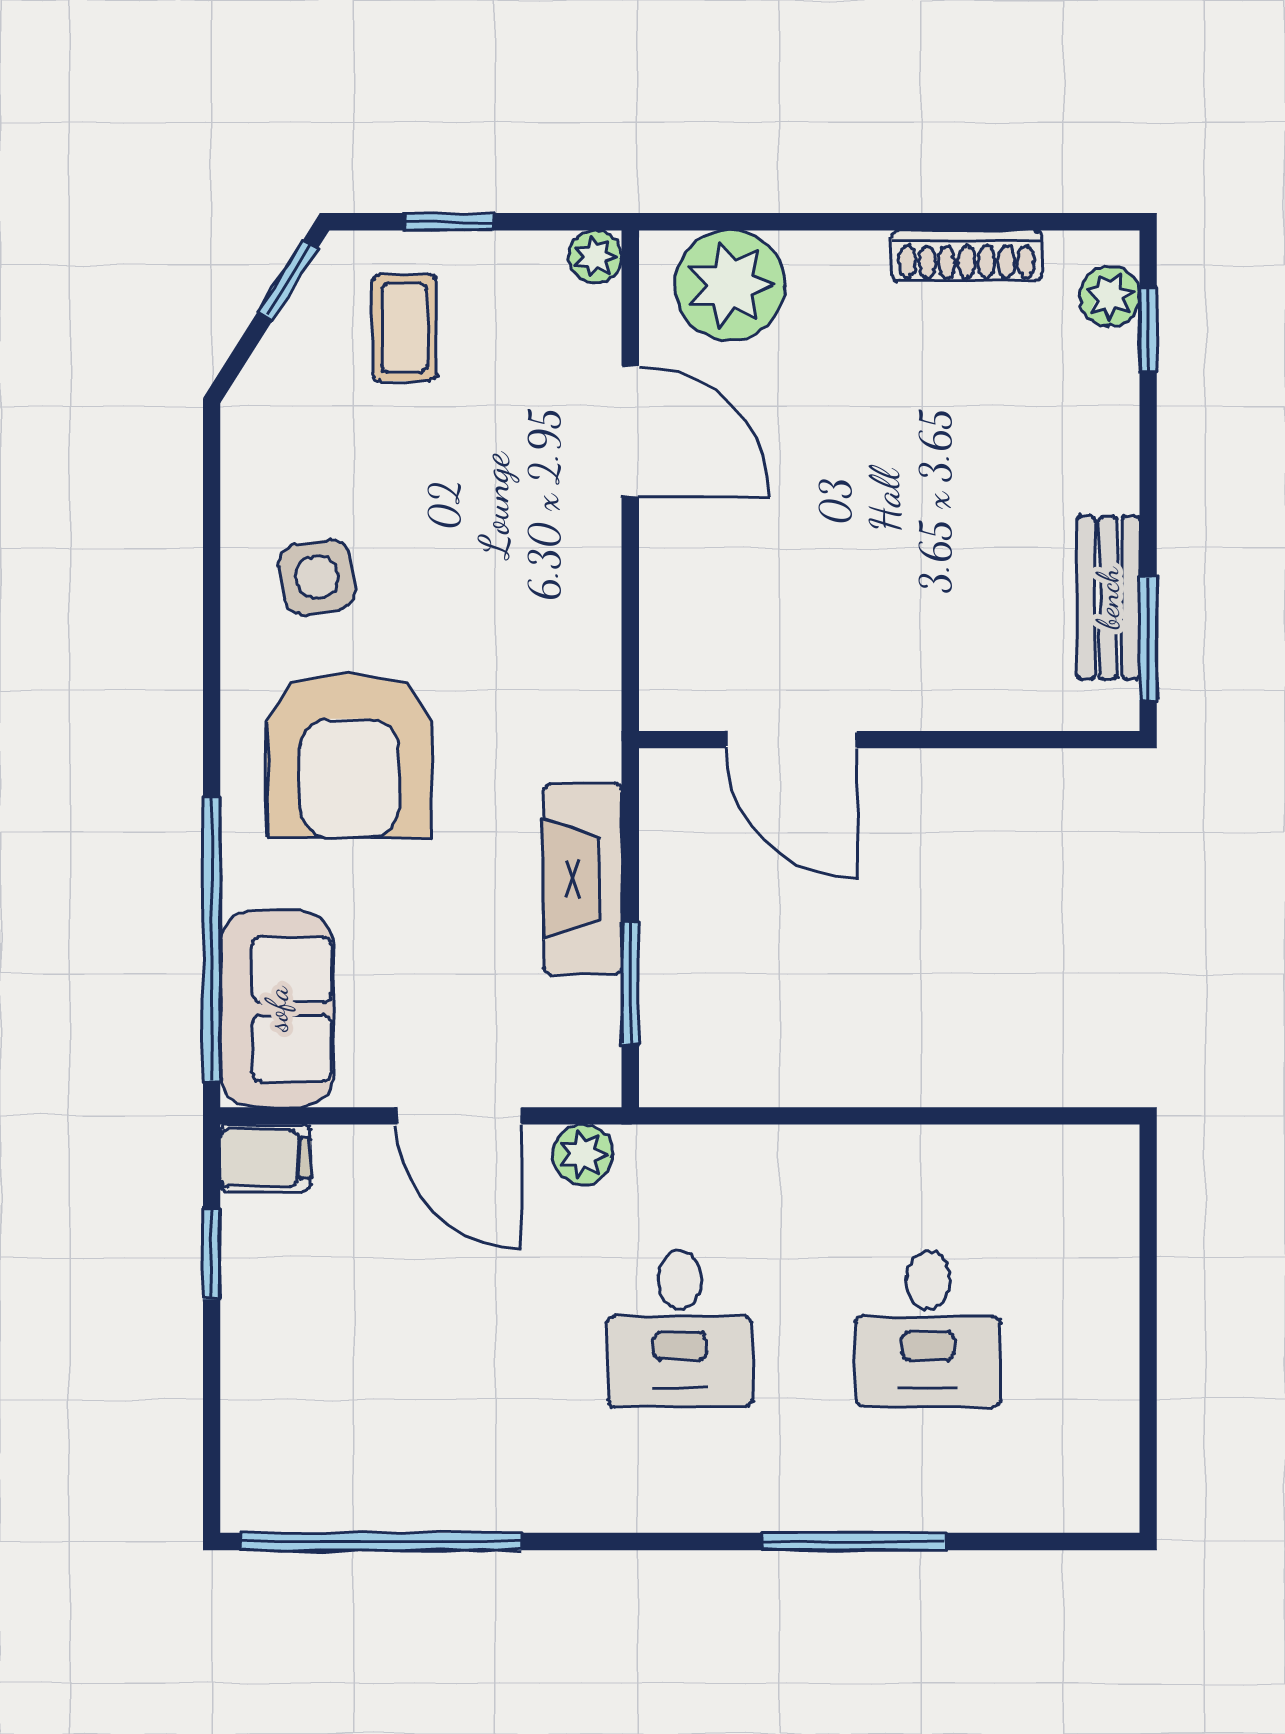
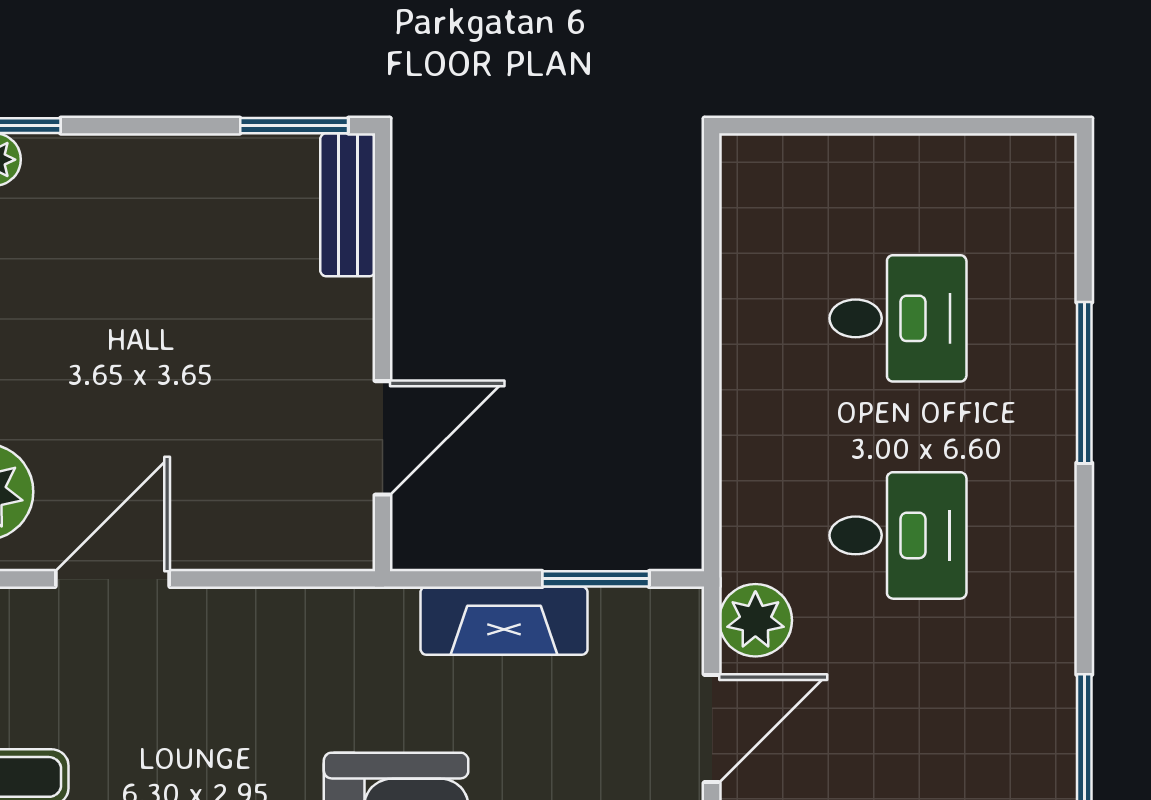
bench: (1108, 598) -> (348, 205), moved, turned 90
plant: (583, 1154) -> (755, 620), width x1.38, depth x1.38

